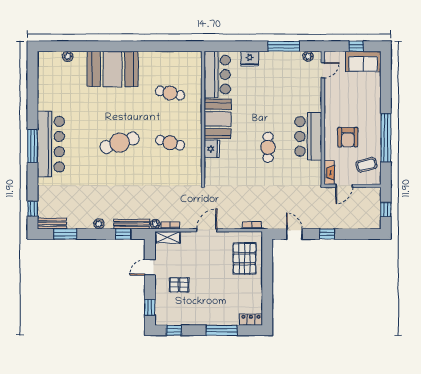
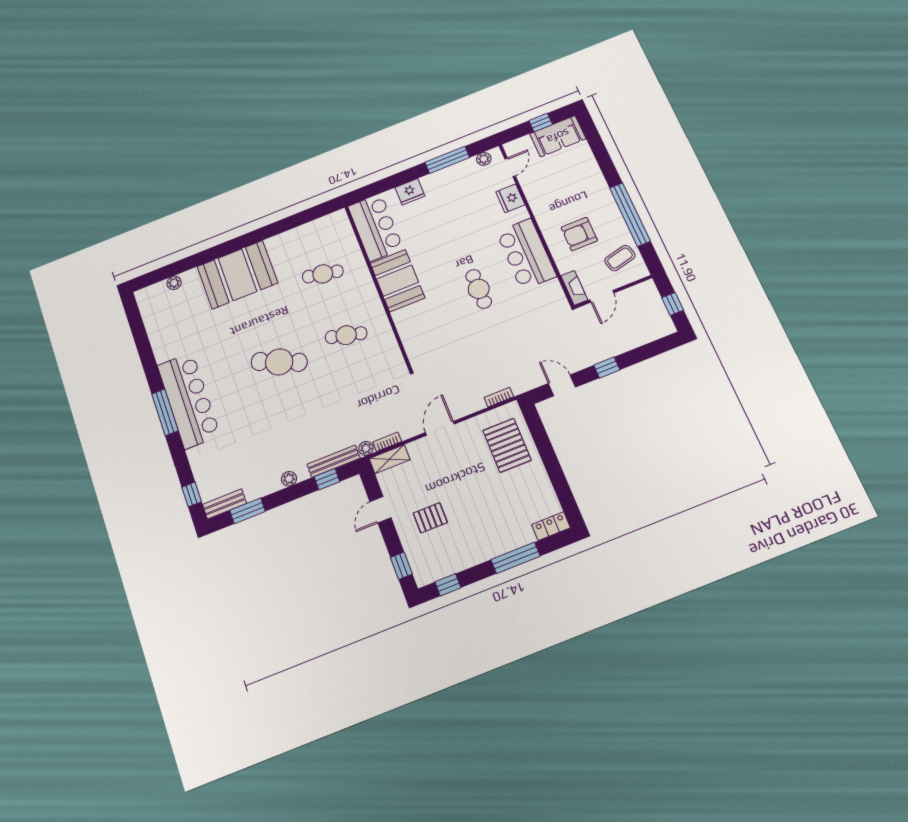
armchair: (348, 137) -> (579, 234), turned 90
cafe table: (120, 143) -> (279, 362), turned 42
fridge: (212, 149) -> (510, 198), moved, turned 180

